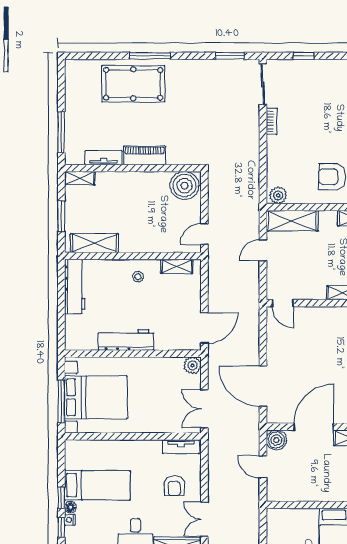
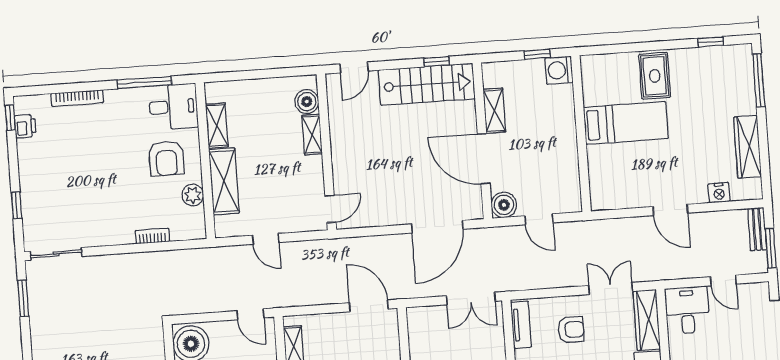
bookcase: (272, 121) -> (152, 236), moved
plant: (278, 195) -> (193, 195), moved
shelving: (292, 221) -> (224, 181), moved
plant: (193, 365) -> (417, 317), removed
door: (263, 467) -> (539, 219), hinge flipped
double door: (204, 519) -> (611, 288), swing flipped

